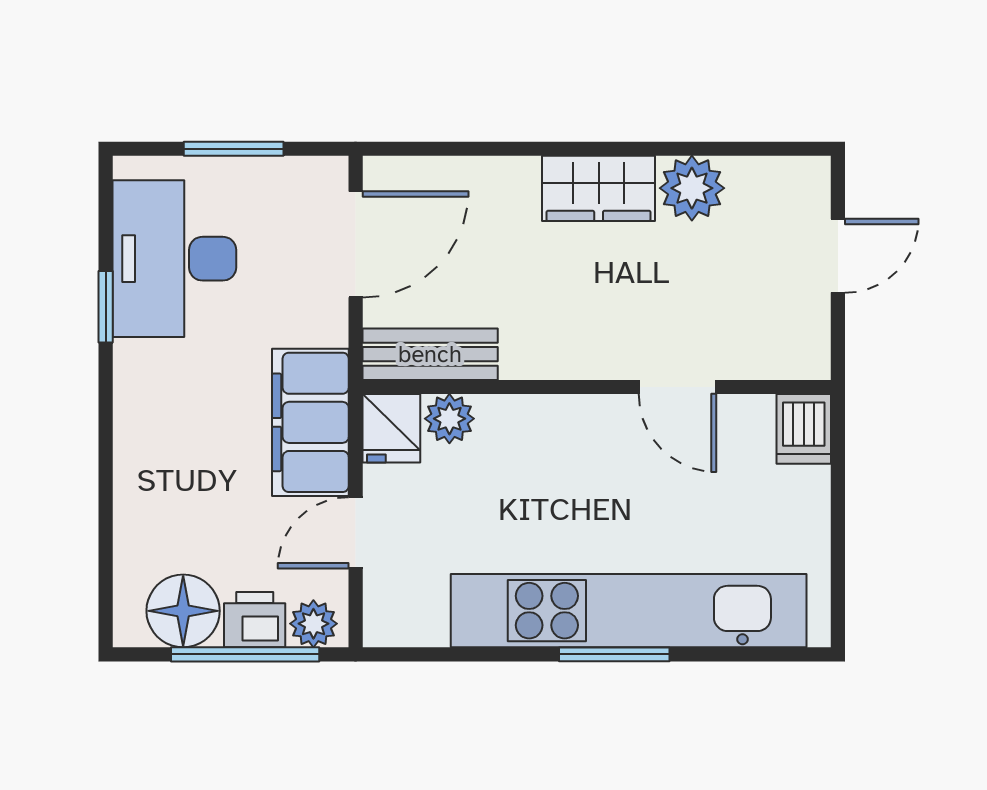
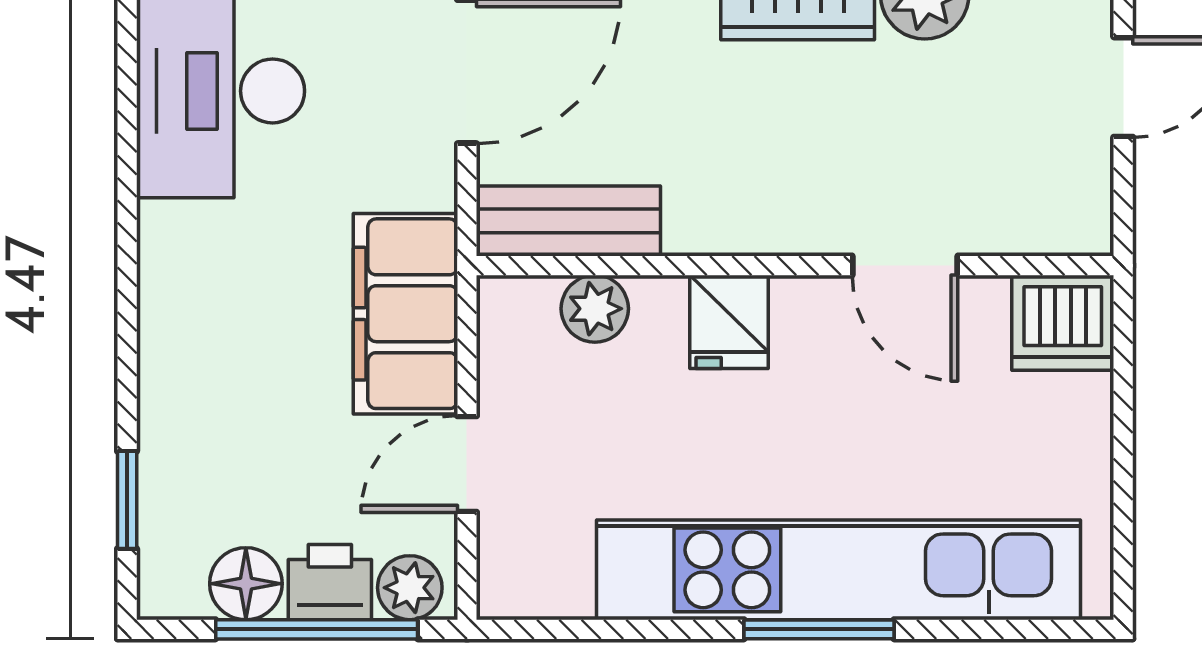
window: (106, 307) -> (127, 500), moved
fridge: (391, 428) -> (729, 322), moved
dishwasher: (804, 429) -> (1063, 323), width x1.38
floor lamp: (183, 611) -> (246, 584), width x0.73, depth x0.73

